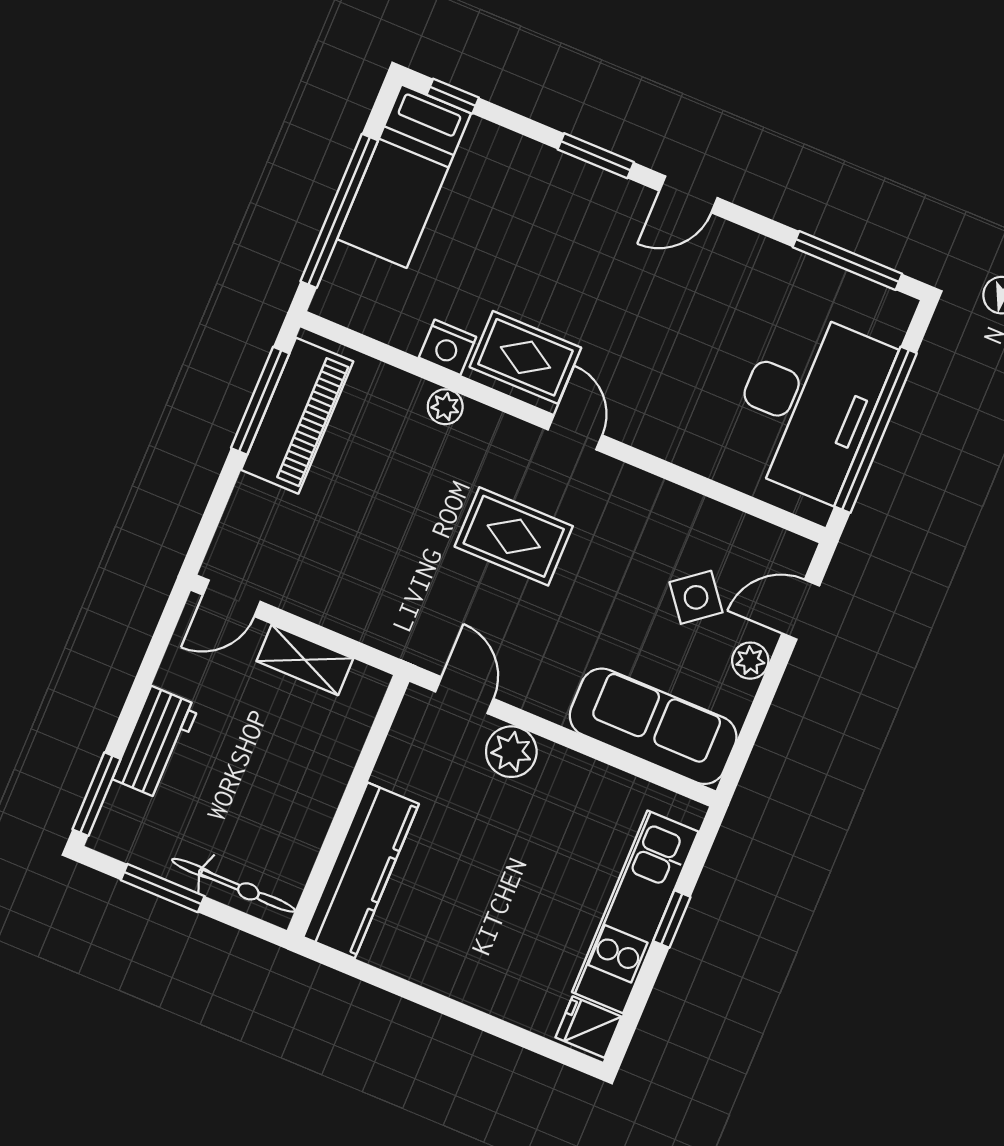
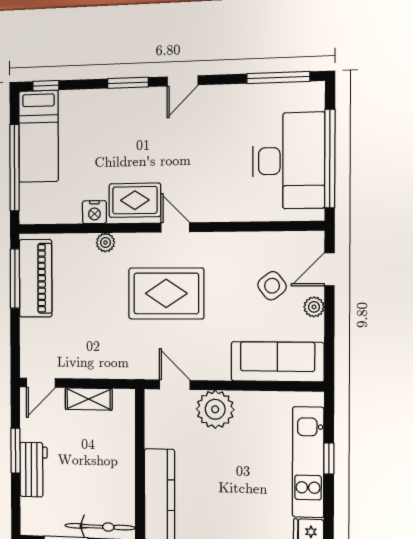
rug: (514, 536) -> (166, 293), width x1.36, depth x1.43
plant: (511, 752) -> (215, 409), width x1.36, depth x1.36
window: (96, 794) -> (15, 451), moved

